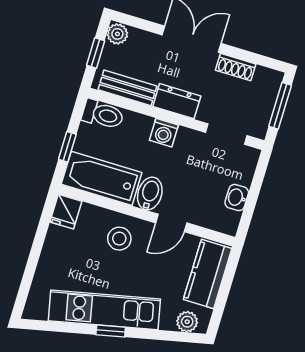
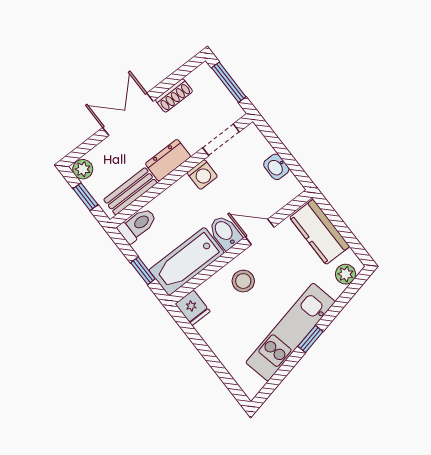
washing machine: (164, 133) -> (202, 175), moved
door: (171, 223) -> (260, 232), swing flipped

